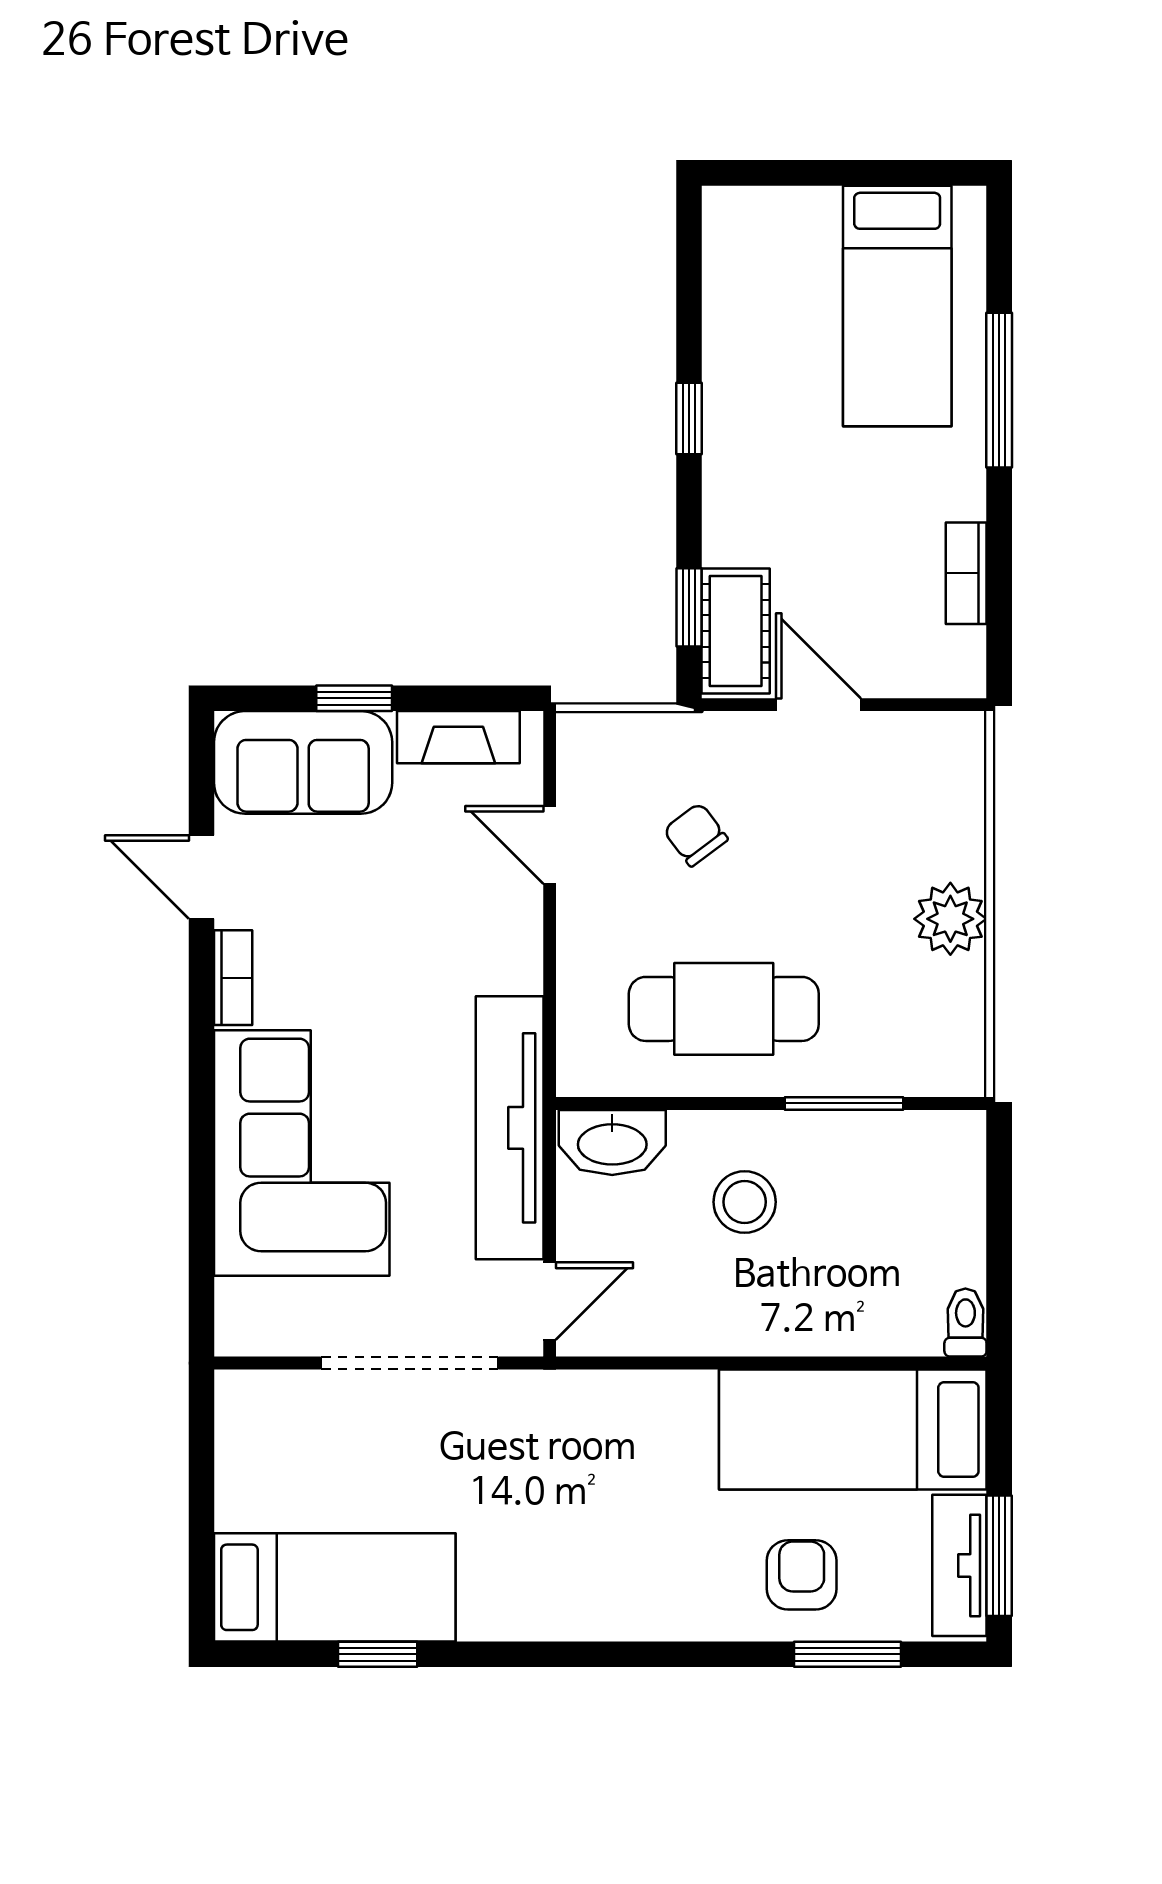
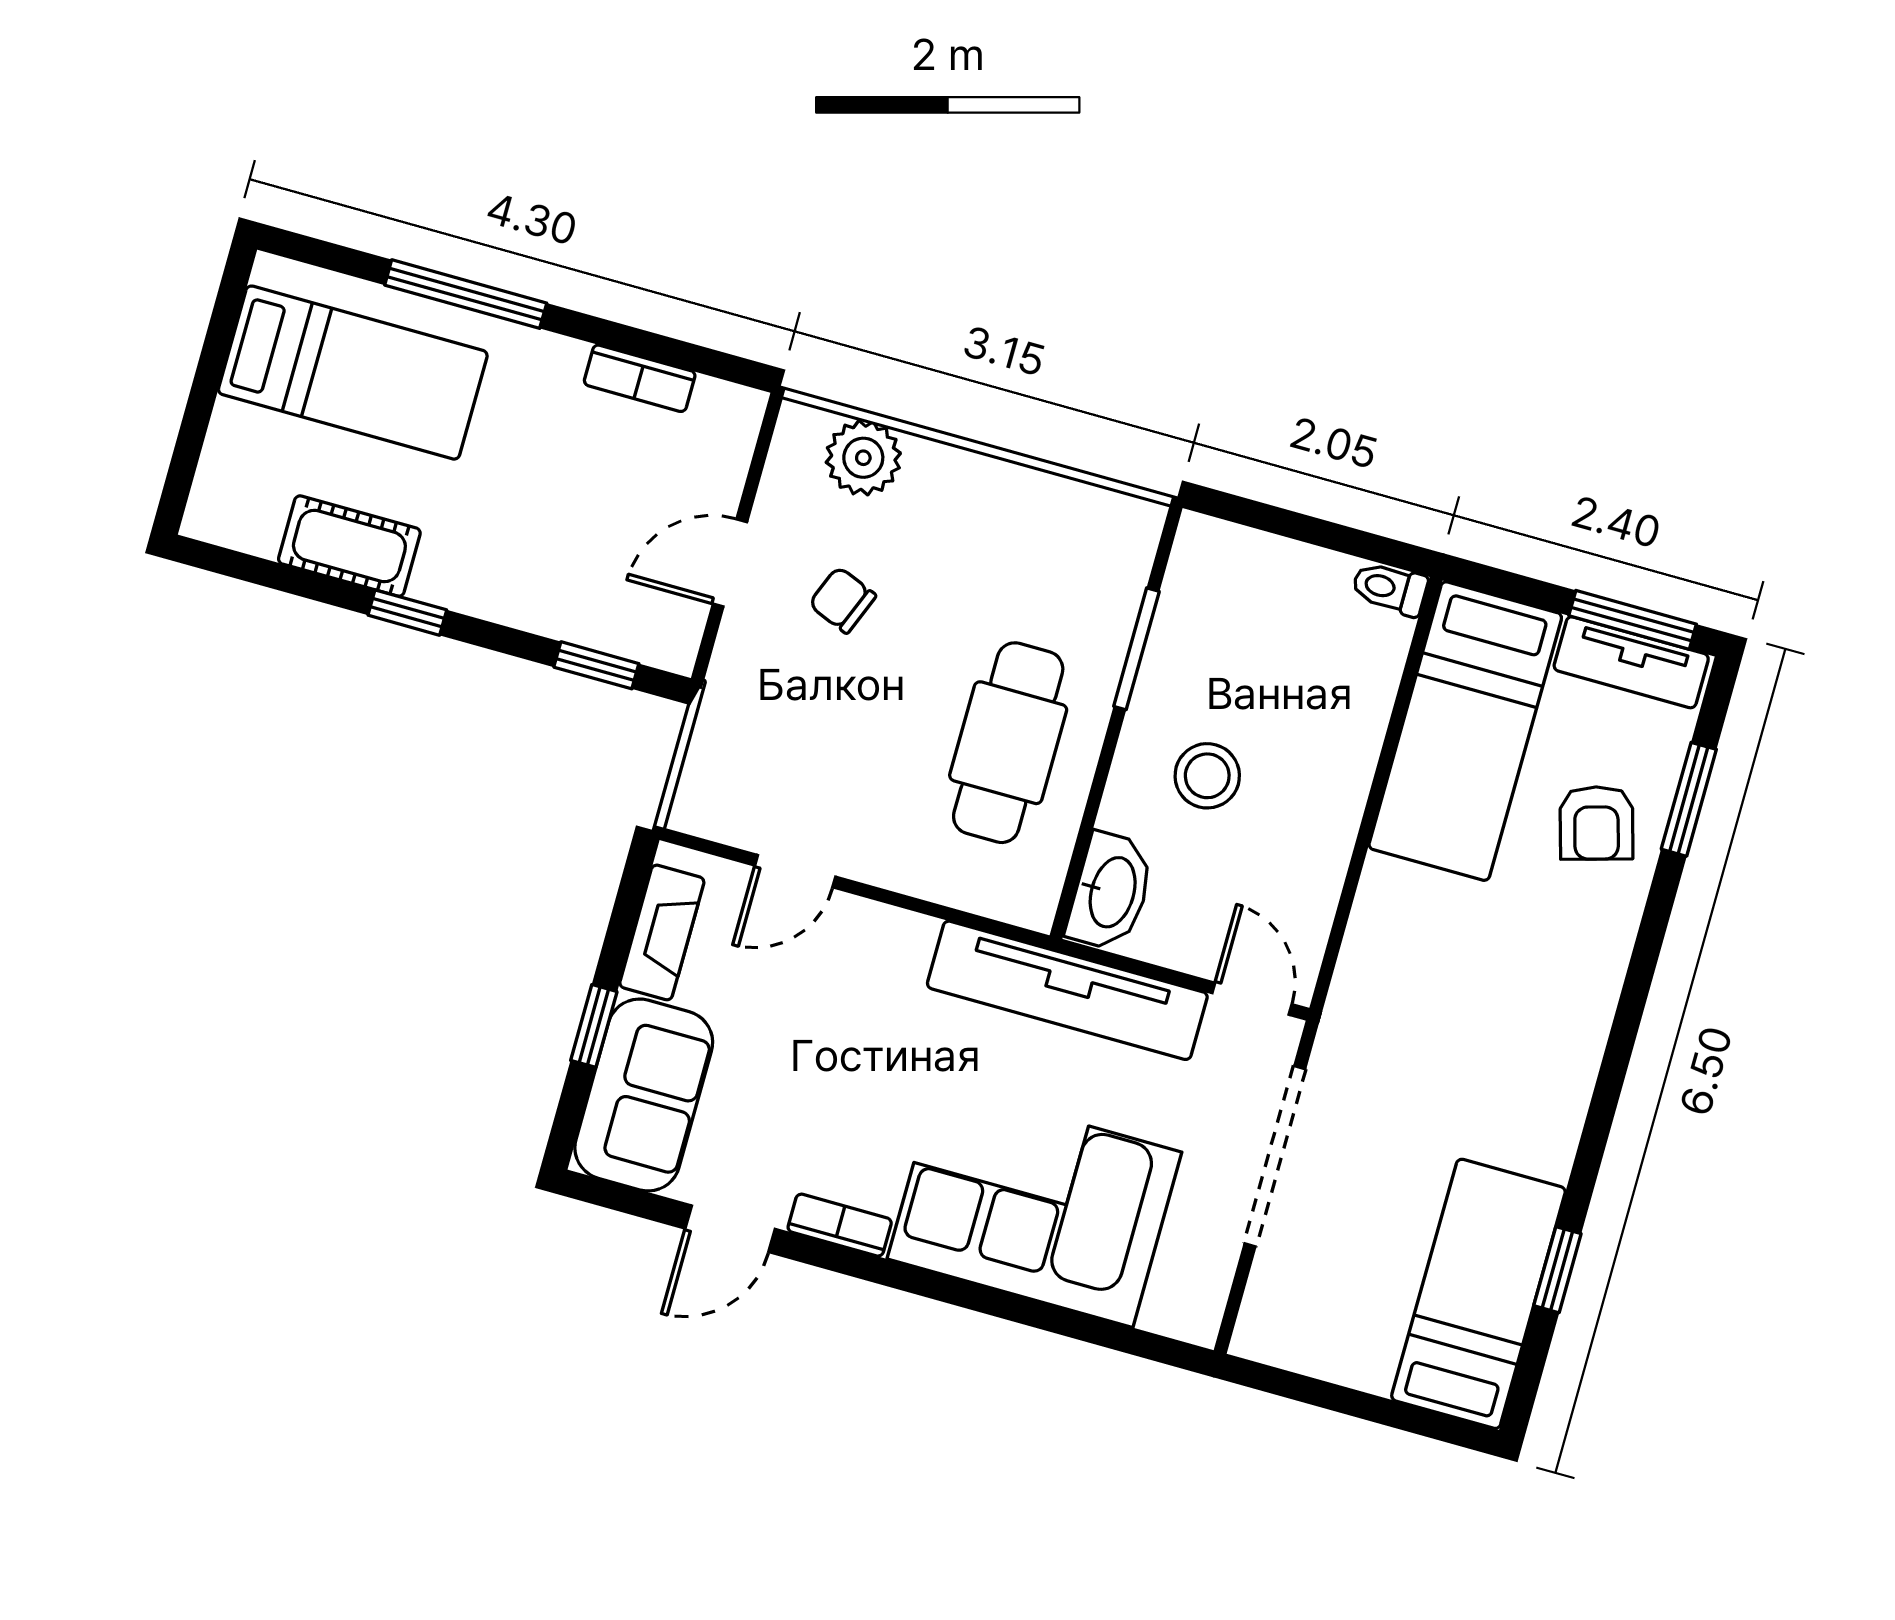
cot: (736, 631) -> (349, 546), moved
chair: (696, 835) -> (842, 600), moved, turned 59
plant: (950, 919) -> (863, 458), moved
armchair: (802, 1575) -> (1596, 823), turned -106

